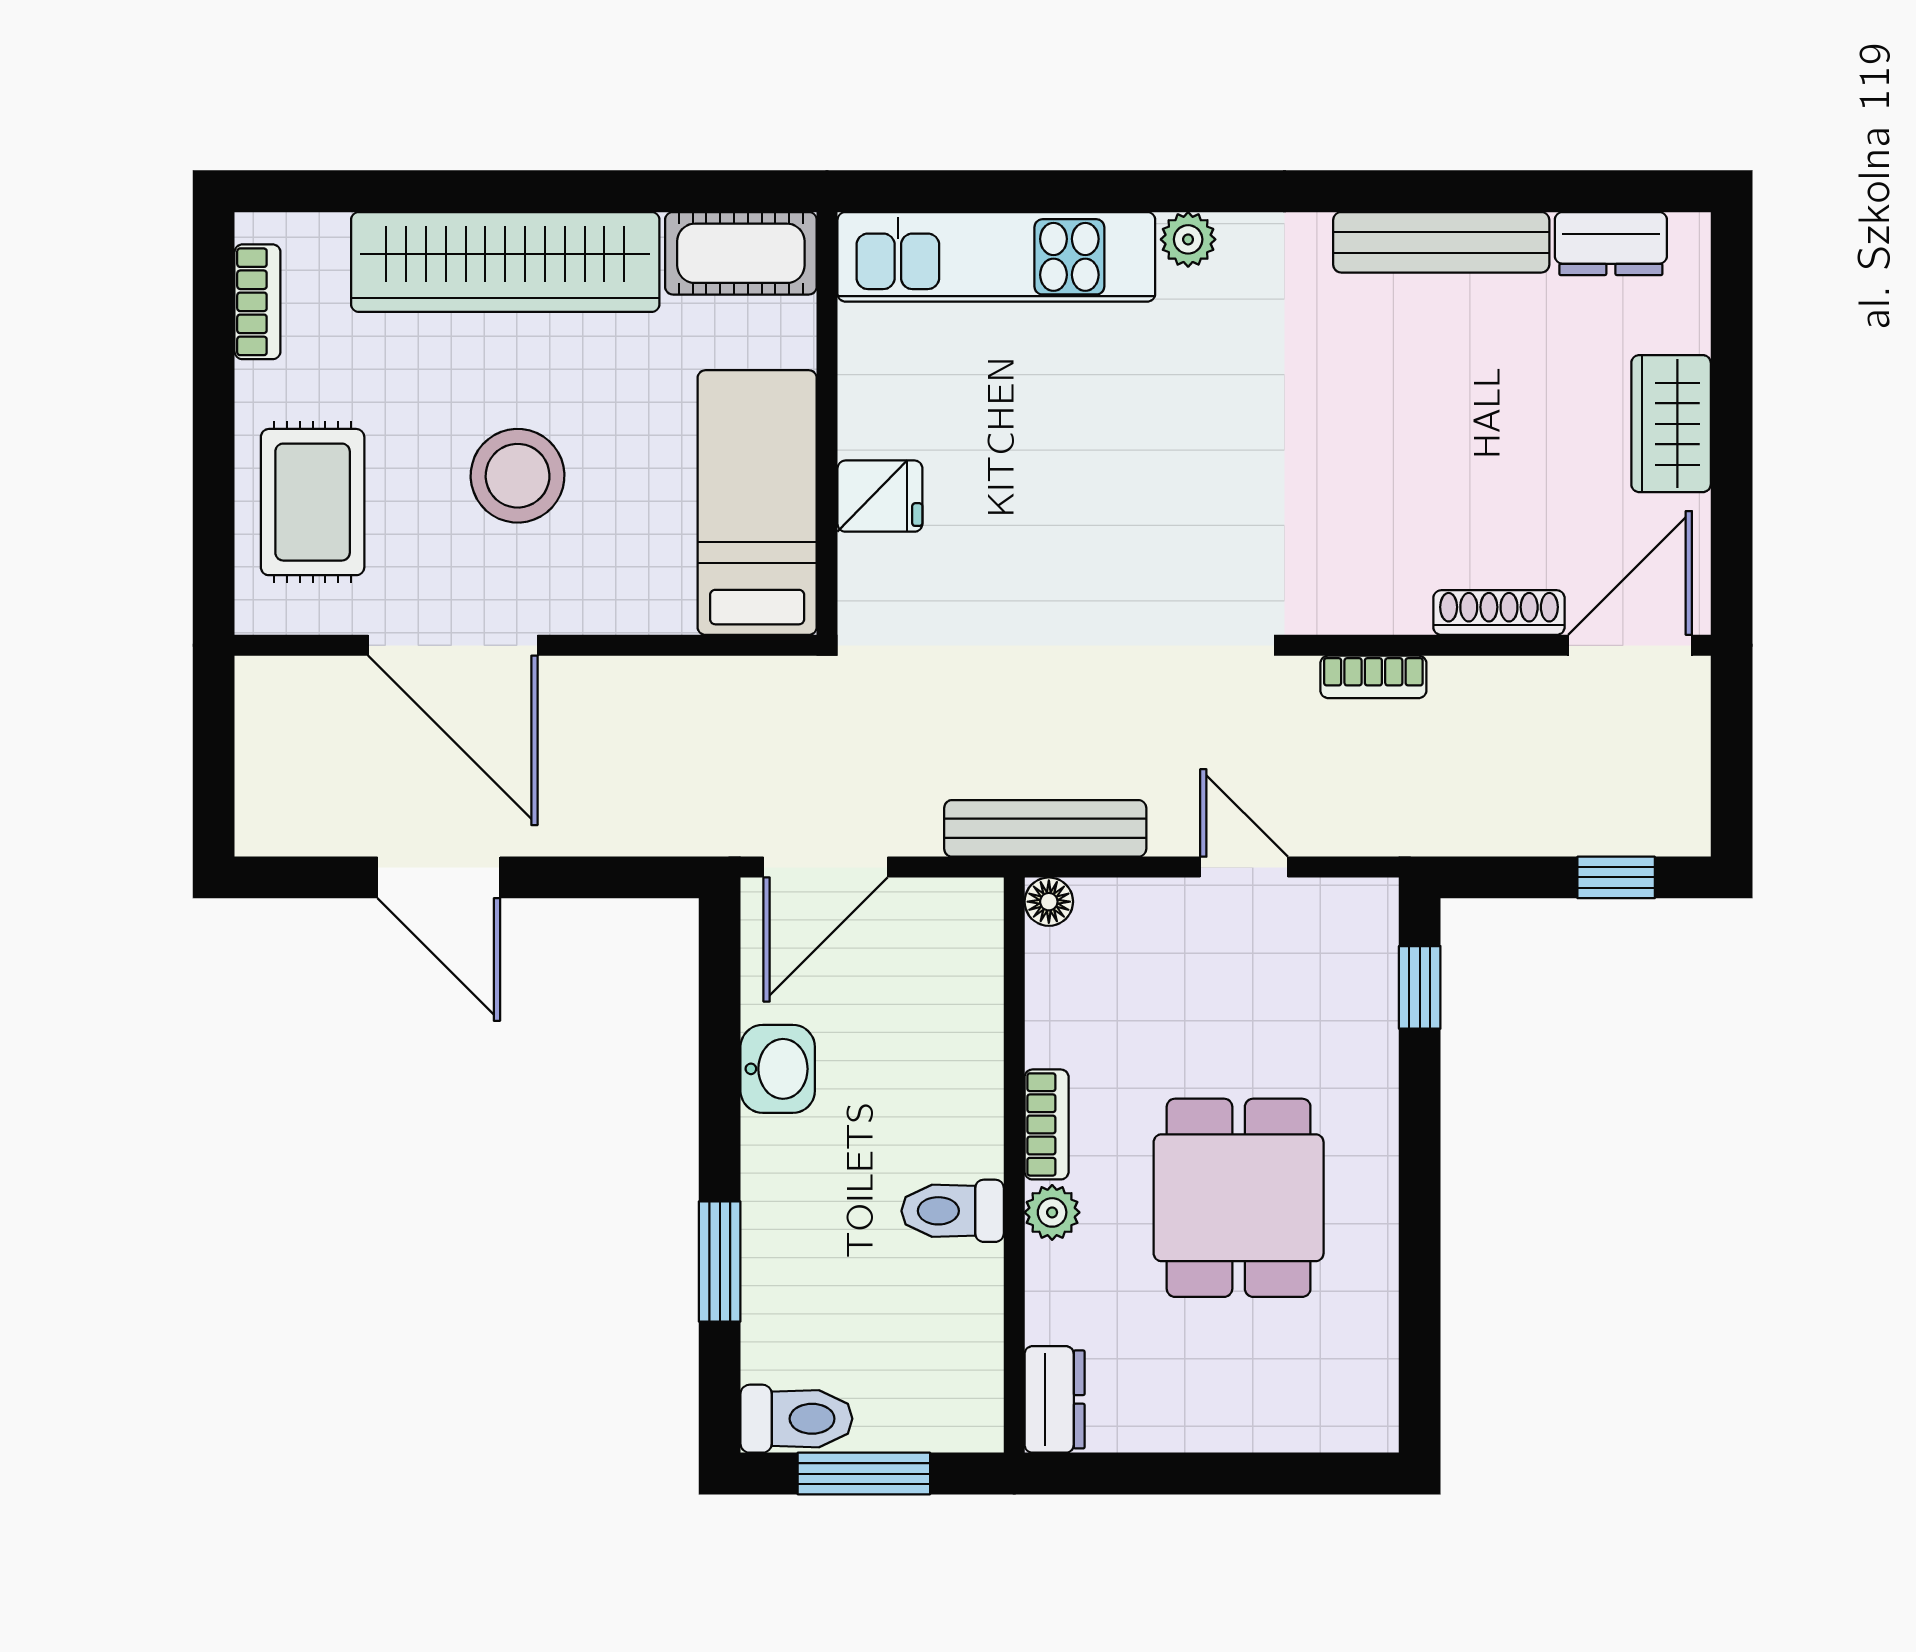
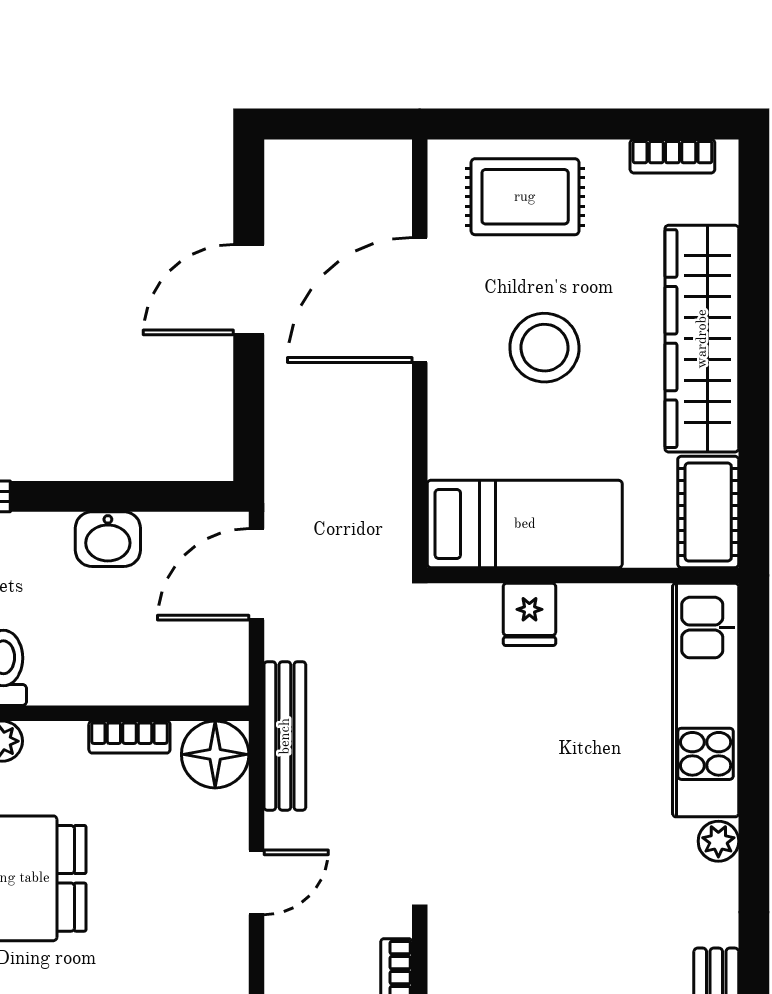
door: (826, 867) -> (256, 574), hinge flipped
floor lamp: (1049, 902) -> (215, 754), width x1.89, depth x1.89
bookcase: (1047, 1124) -> (129, 737), moved

